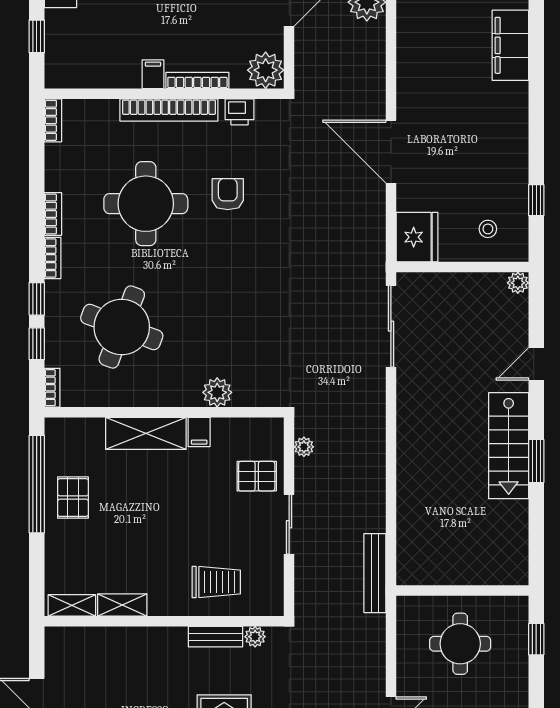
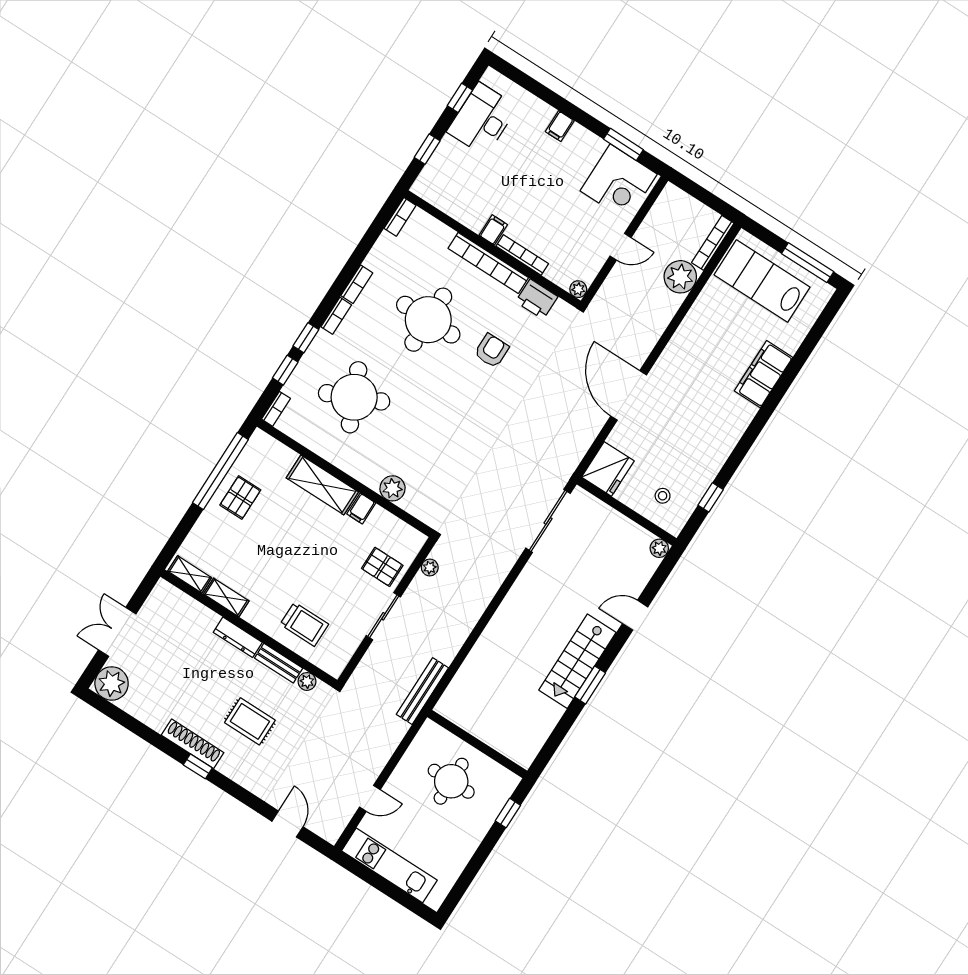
plant: (266, 70) -> (578, 289), width x0.53, depth x0.53
printer: (240, 112) -> (537, 299), width x1.36, depth x1.24
round table: (122, 327) -> (354, 397), turned 45
dresser: (159, 637) -> (238, 637), added

